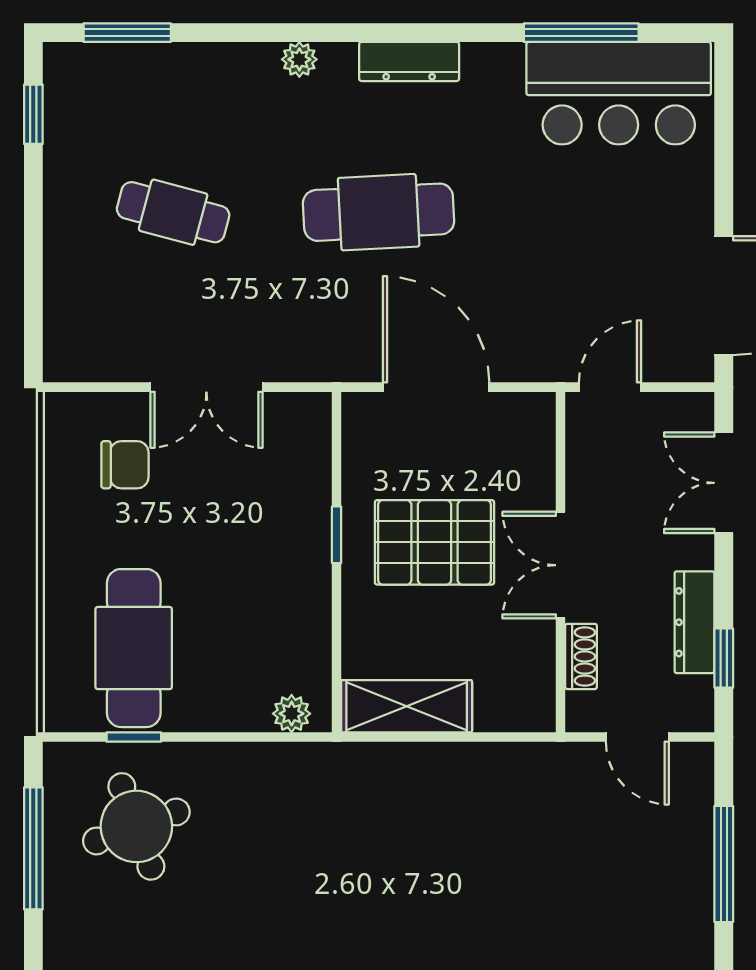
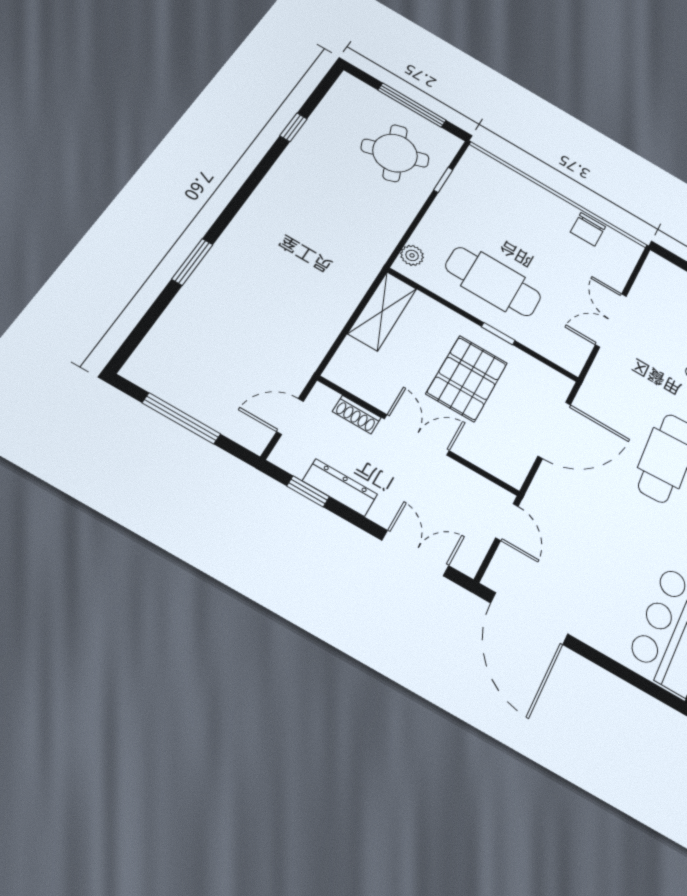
chair: (125, 465) -> (588, 229), moved
cafe table: (134, 648) -> (493, 282), moved

